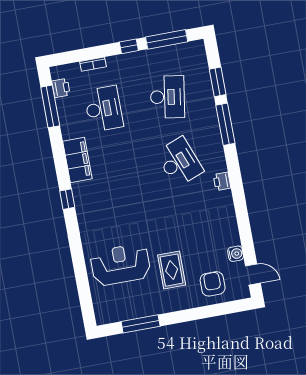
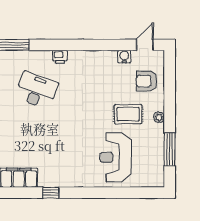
desk: (179, 162) -> (37, 90), turned 42
plant: (174, 305) -> (159, 117), added

